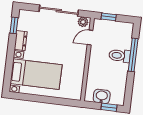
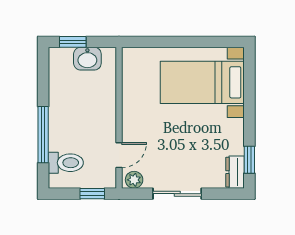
sliding door: (59, 11) -> (177, 194), width x0.73
dresser: (21, 41) -> (235, 172), moved
toilet: (120, 56) -> (66, 163), moved

